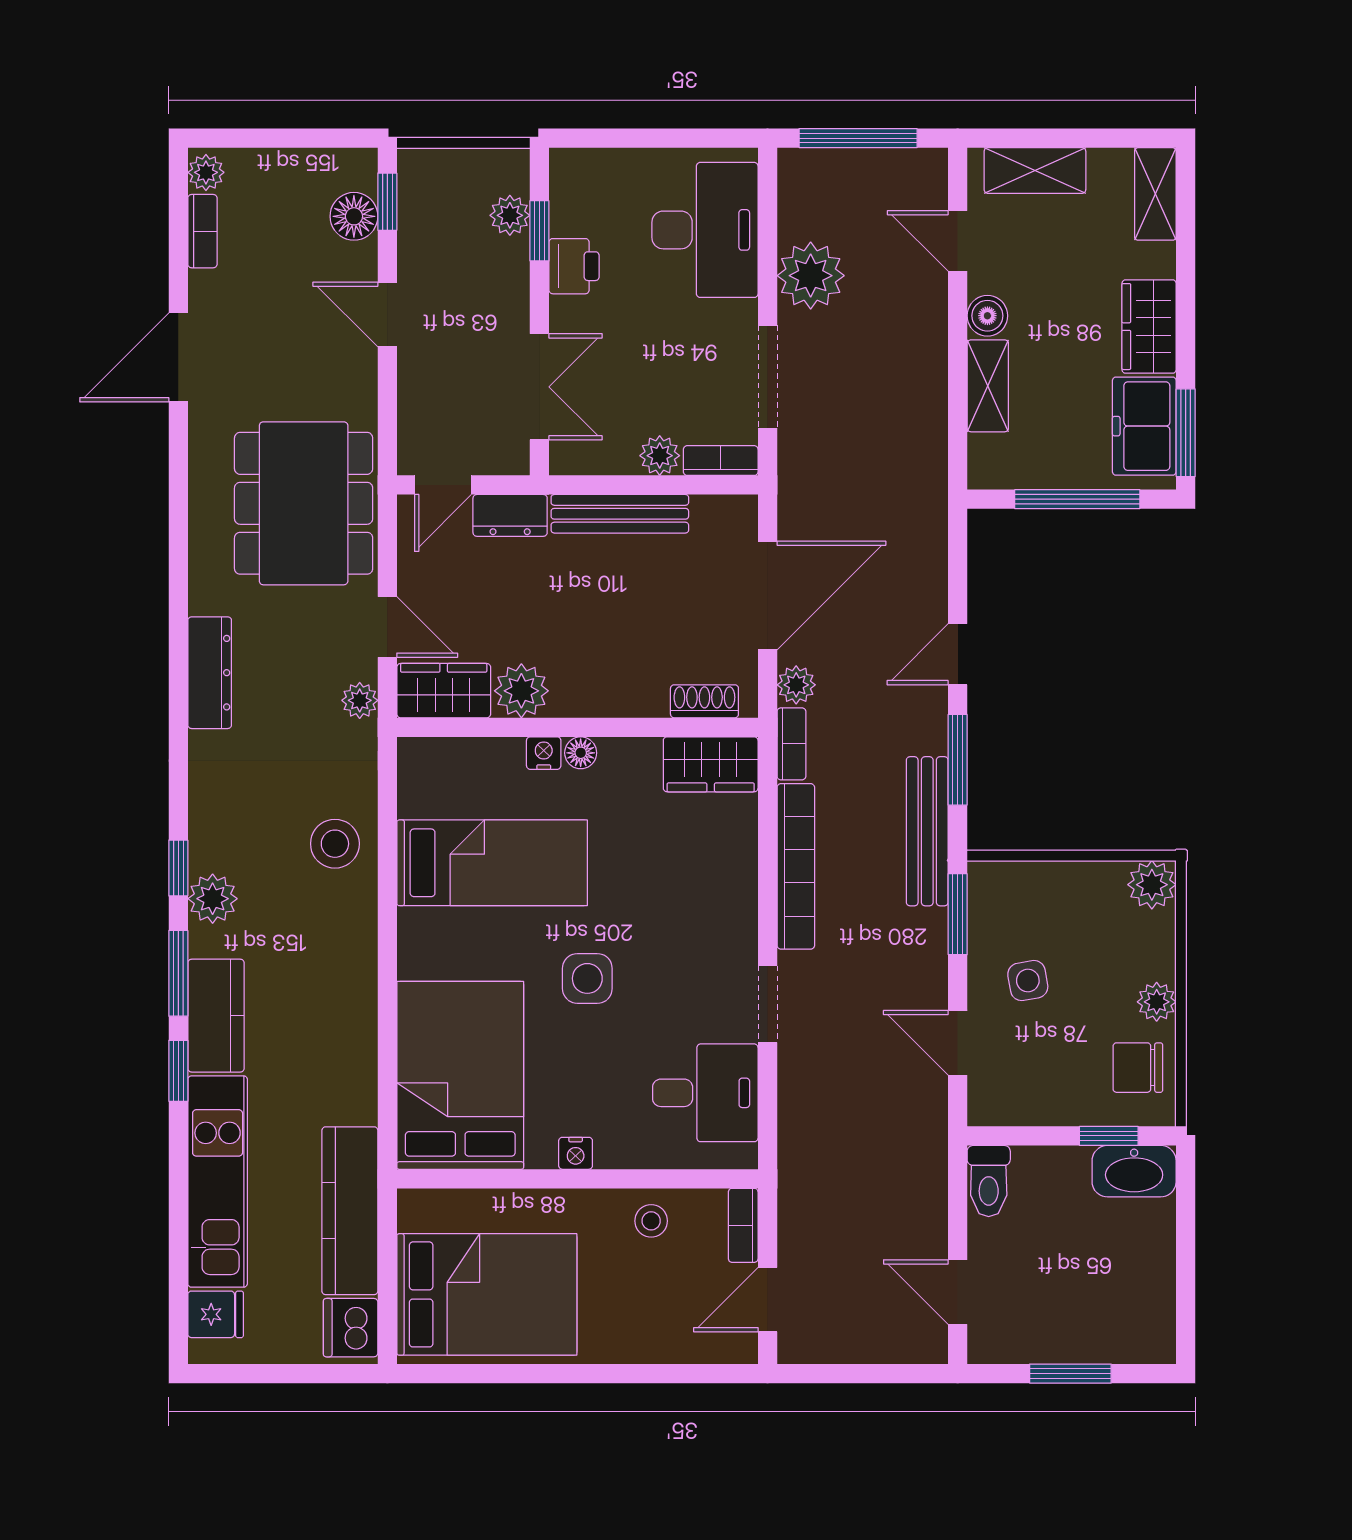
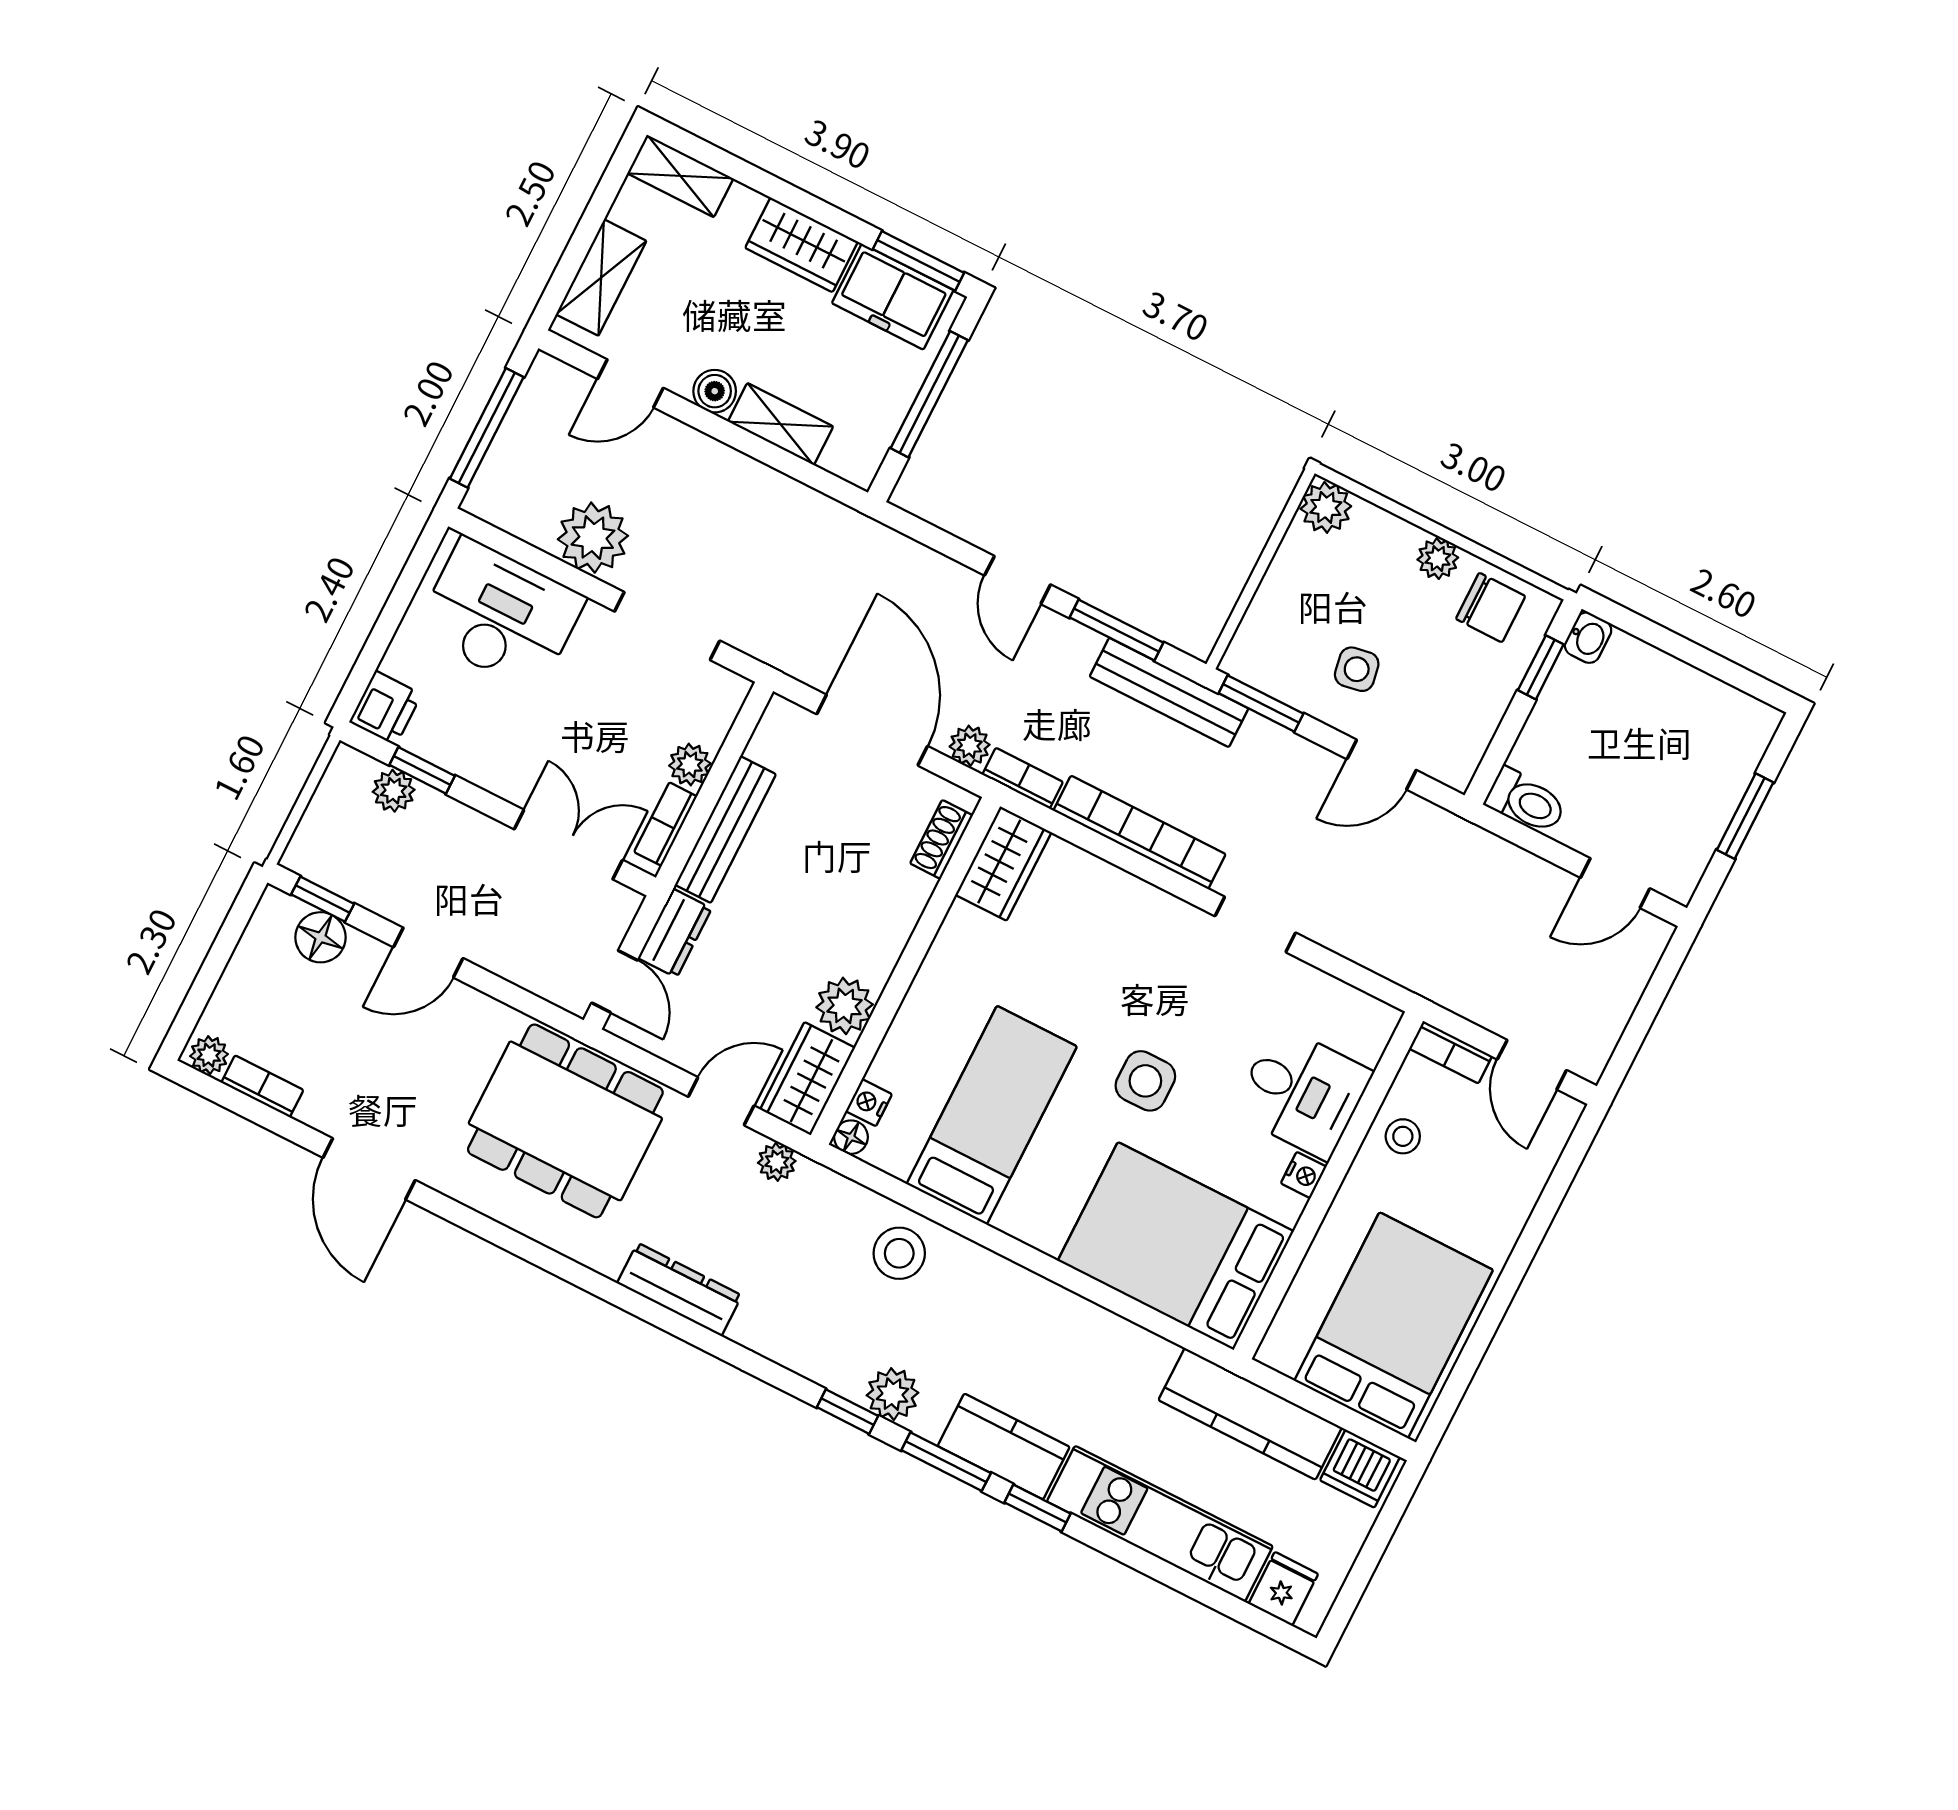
printer: (574, 266) -> (385, 708), moved, turned 90
bookcase: (721, 461) -> (666, 824), moved
nightstand: (544, 753) -> (869, 1103), moved
floor lamp: (581, 753) -> (851, 1137), moved
chair: (1138, 1068) -> (1491, 608), turned -90
desk: (705, 1093) -> (1302, 1092), moved, turned 90
washbasin: (1134, 1171) -> (1588, 638), width x0.52, depth x0.69

